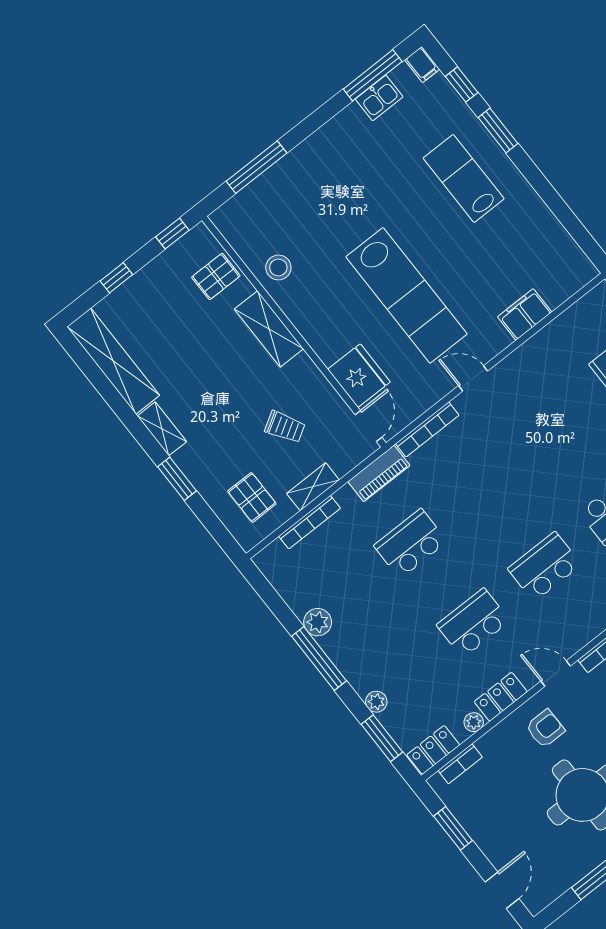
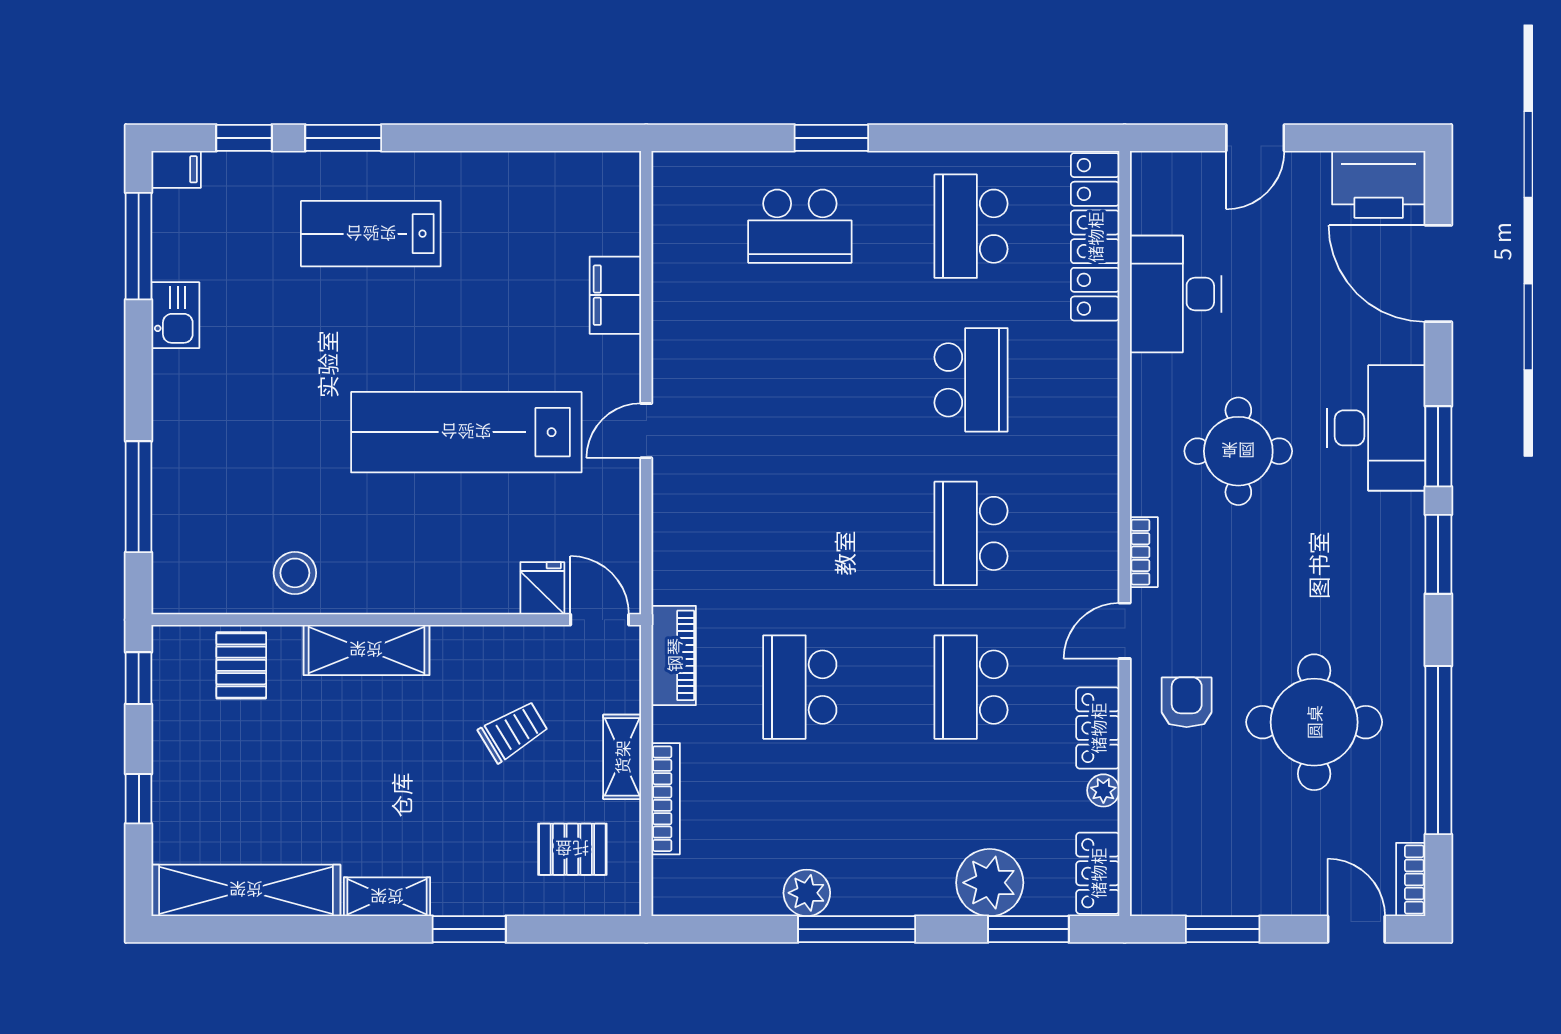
kitchen sink: (379, 98) -> (175, 315), moved
lab bench: (406, 295) -> (466, 432), turned 180
fridge: (359, 376) -> (542, 588), width x0.53, depth x0.75
bookcase: (427, 429) -> (666, 545), removed
plant: (376, 702) -> (990, 883), width x1.88, depth x1.88
bookcase: (460, 764) -> (1411, 880), moved, turned 180

